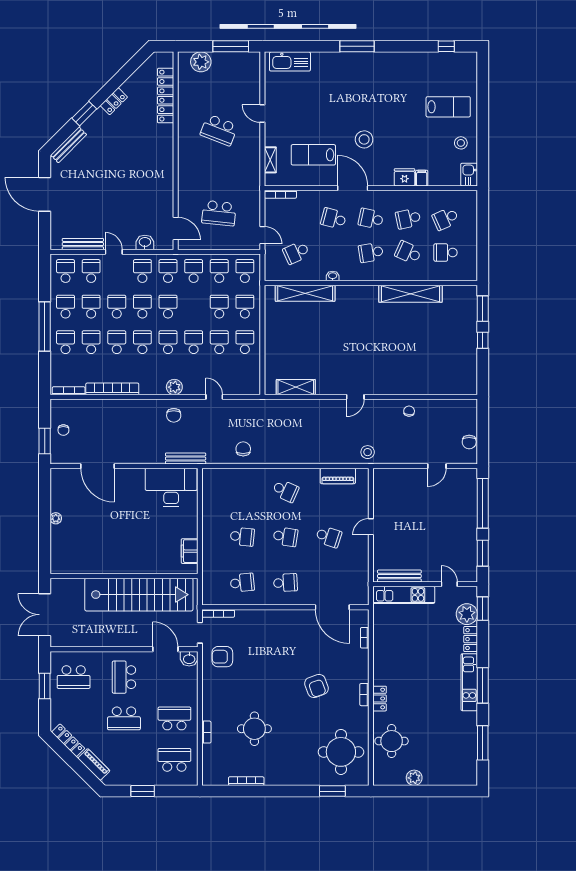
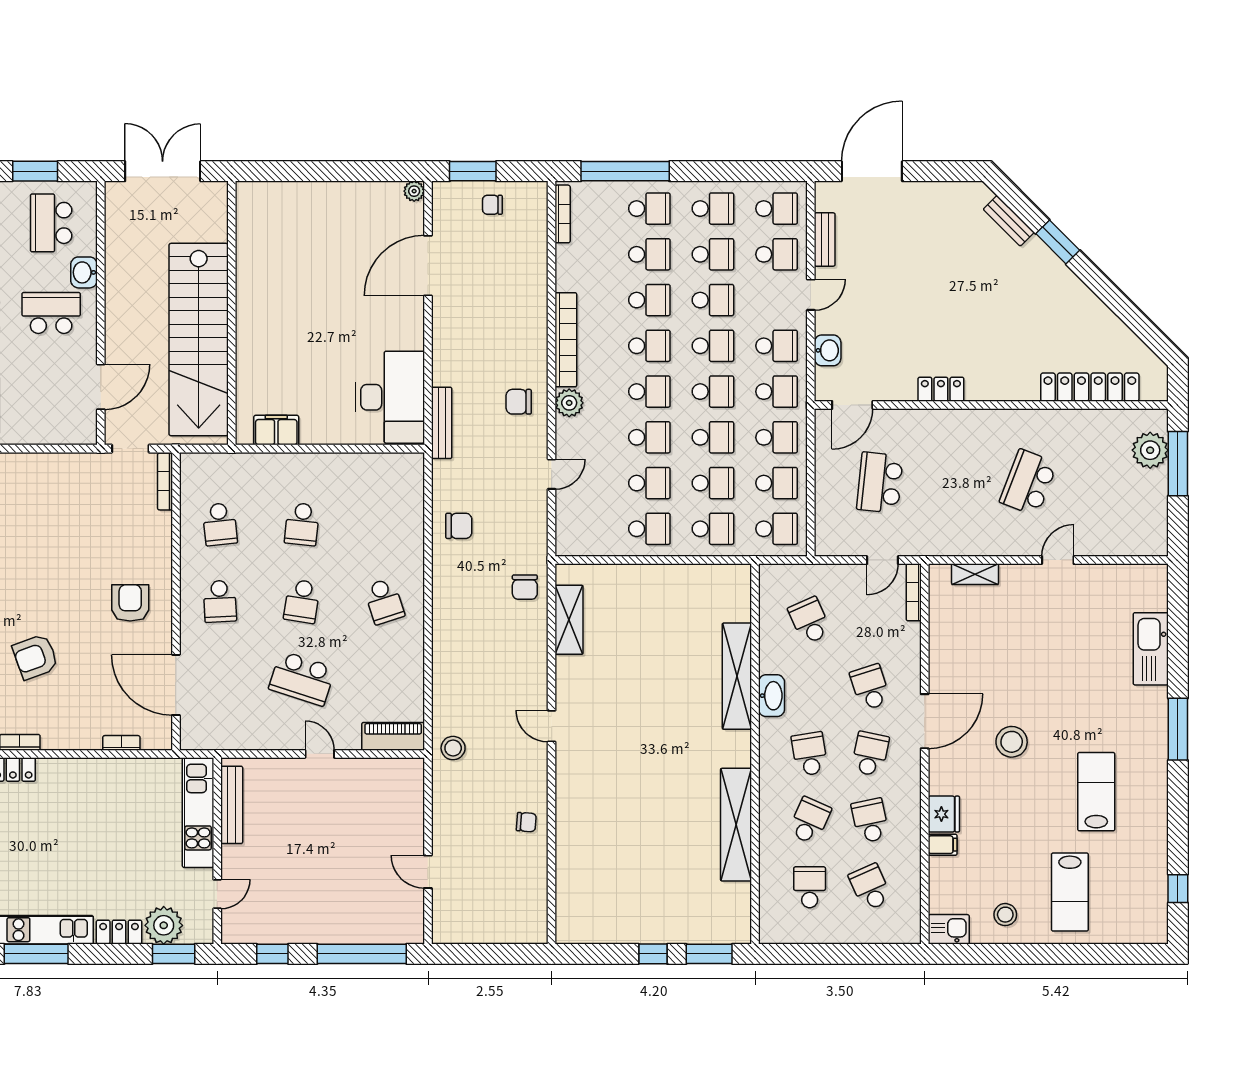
window: (231, 46) -> (1178, 464), moved
kitchen sink: (290, 61) -> (1151, 649), moved
locker: (114, 101) -> (941, 389), moved, turned 135
bench: (69, 145) -> (1009, 221), width x0.73
lab bench: (313, 155) -> (1096, 792), moved
door: (45, 194) -> (872, 171), moved
school desk: (334, 219) -> (870, 687), turned -33
door: (262, 235) -> (883, 560), moved
bench: (83, 244) -> (825, 239), width x0.73
washbasin: (333, 276) -> (772, 696), width x1.91, depth x1.45
shelving: (305, 293) -> (737, 676), moved
school desk: (194, 307) -> (713, 437), added
window: (45, 327) -> (625, 171), moved
bookcase: (112, 389) -> (566, 340), moved
chair: (469, 442) -> (525, 587), moved, turned -90
piano: (338, 476) -> (393, 736), moved, turned 90
school desk: (285, 491) -> (384, 601), turned -42
plant: (56, 518) -> (414, 191), moved
school desk: (329, 537) -> (302, 678), width x1.85
window: (483, 553) -> (272, 954), width x0.67
door: (332, 607) -> (176, 685), hinge flipped
armchair: (222, 657) -> (130, 603), moved
washbasin: (189, 659) -> (84, 272), moved

